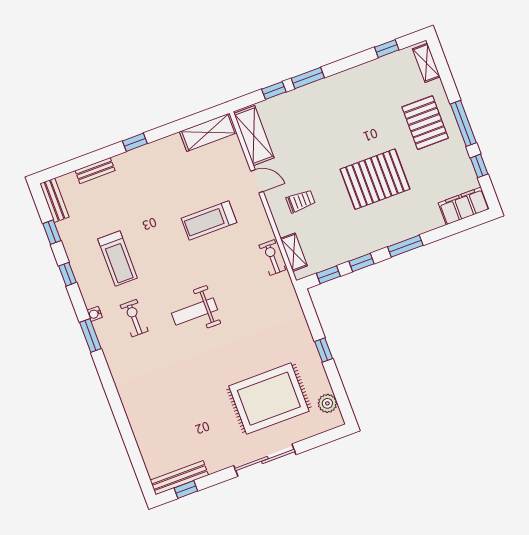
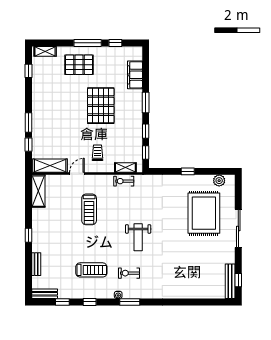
filing cabinet: (464, 206) -> (135, 75), moved

